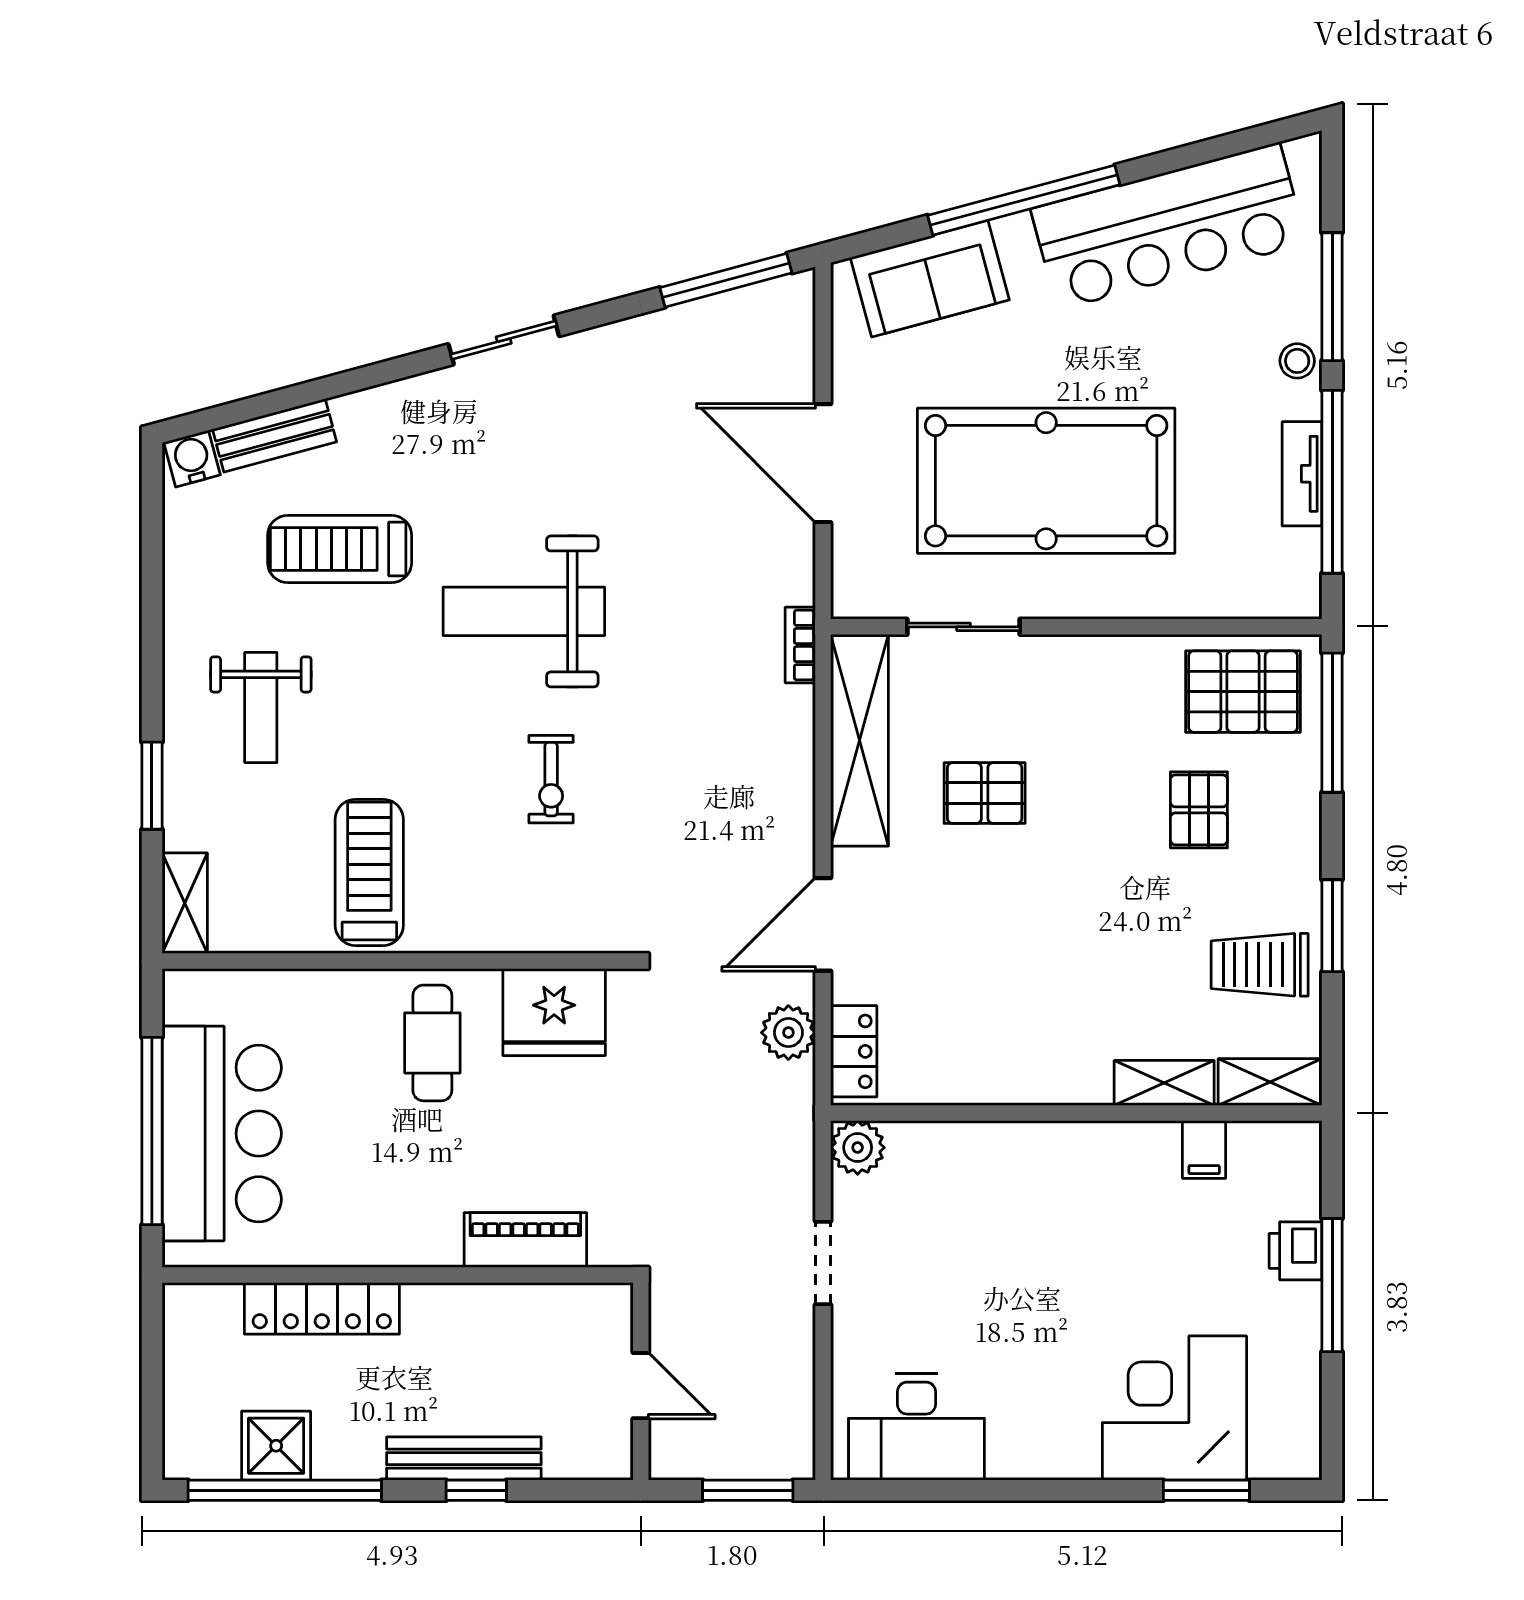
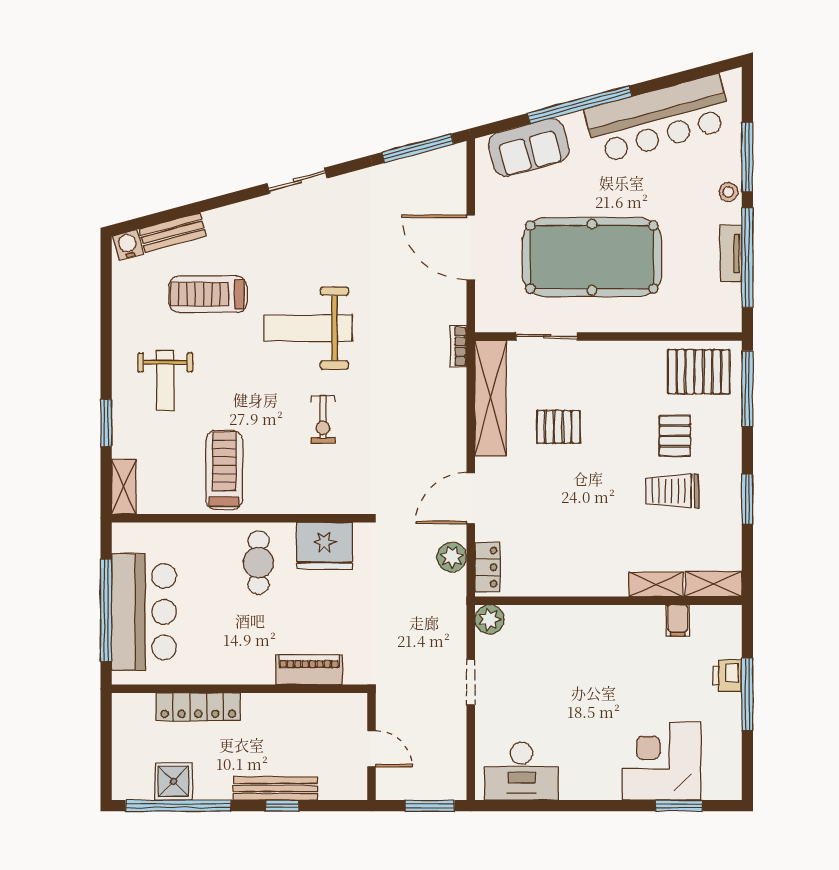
trolley: (1260, 965) -> (672, 491), moved

